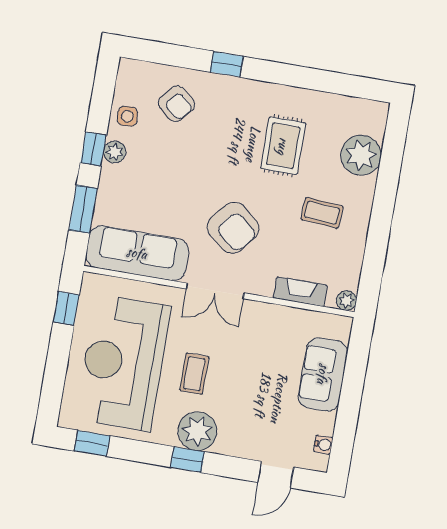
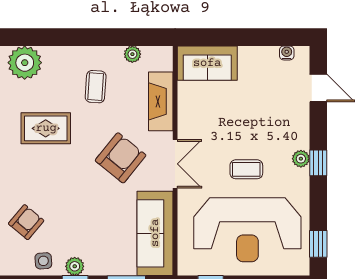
plant: (361, 155) -> (25, 63), moved
fireplace: (300, 292) -> (161, 101), width x1.37, depth x1.32
plant: (346, 301) -> (132, 54), moved
sofa: (323, 374) -> (207, 63), moved
plant: (197, 431) -> (301, 159), width x0.53, depth x0.53

